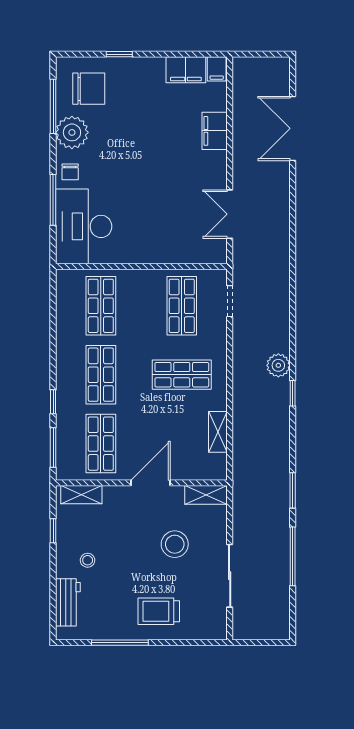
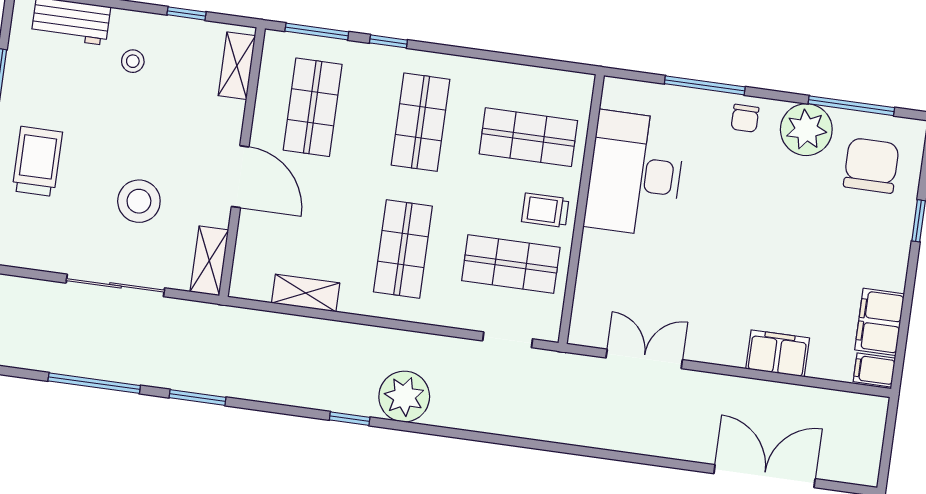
chair: (89, 89) -> (871, 165), turned 180
chair: (70, 172) -> (745, 118), turned -90
desk: (84, 226) -> (635, 174), moved, turned -90
trolley: (145, 289) -> (545, 210), added
plant: (278, 365) -> (404, 397), width x1.36, depth x1.36
shop shelf: (101, 375) -> (421, 122), turned 90
shop shelf: (101, 444) -> (313, 107), turned 90
sliding door: (230, 576) -> (115, 285), moved

